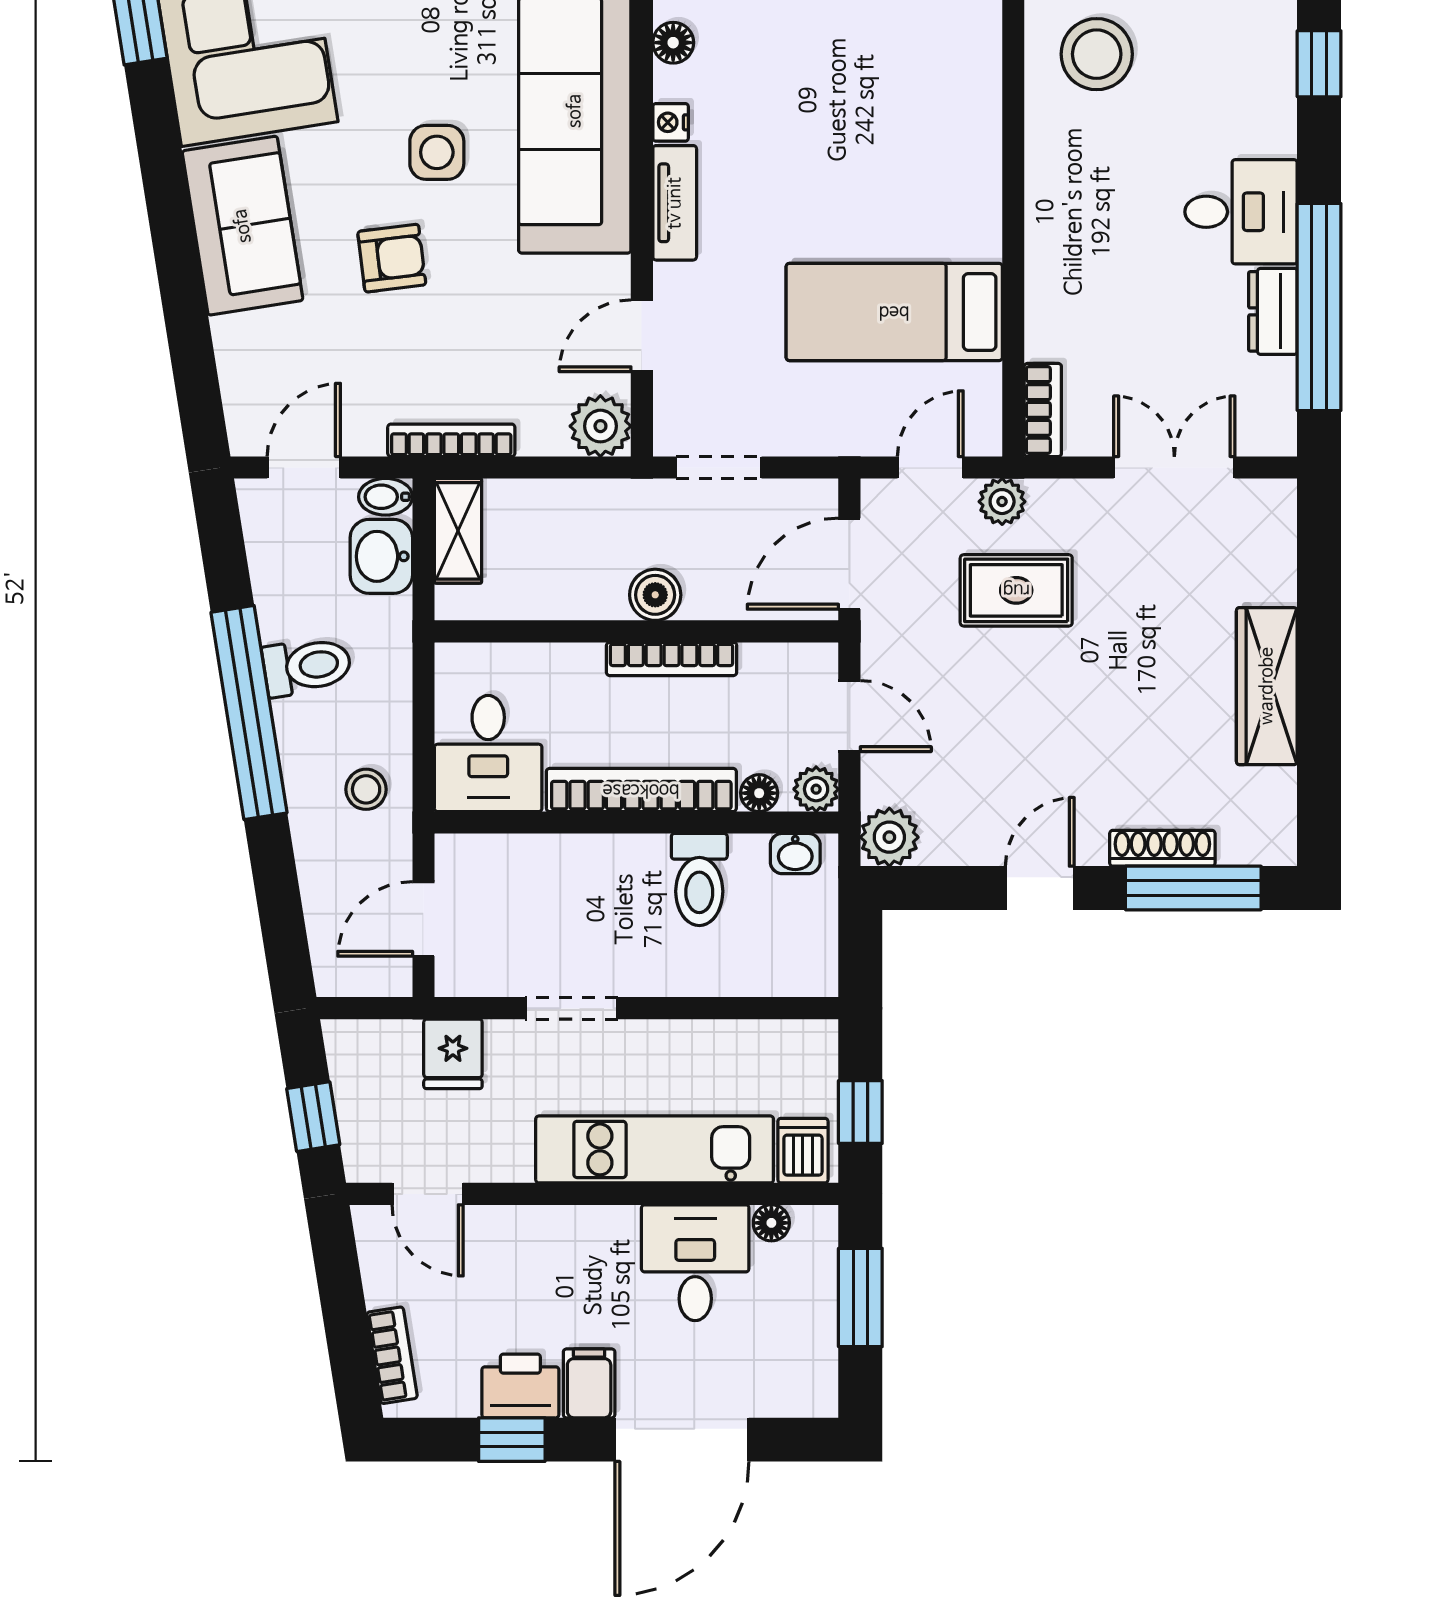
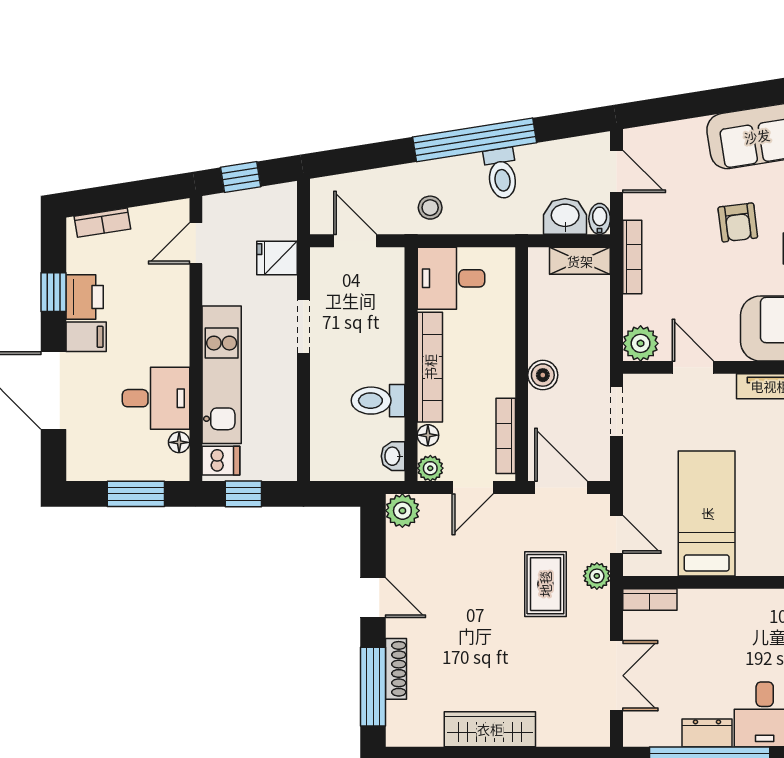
bookcase: (672, 659) -> (506, 436), moved

